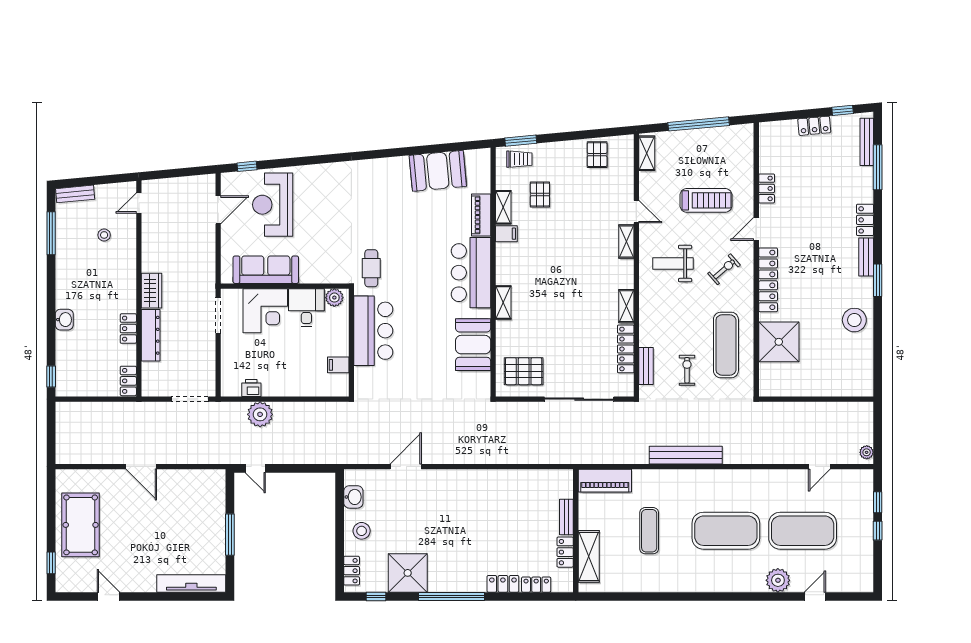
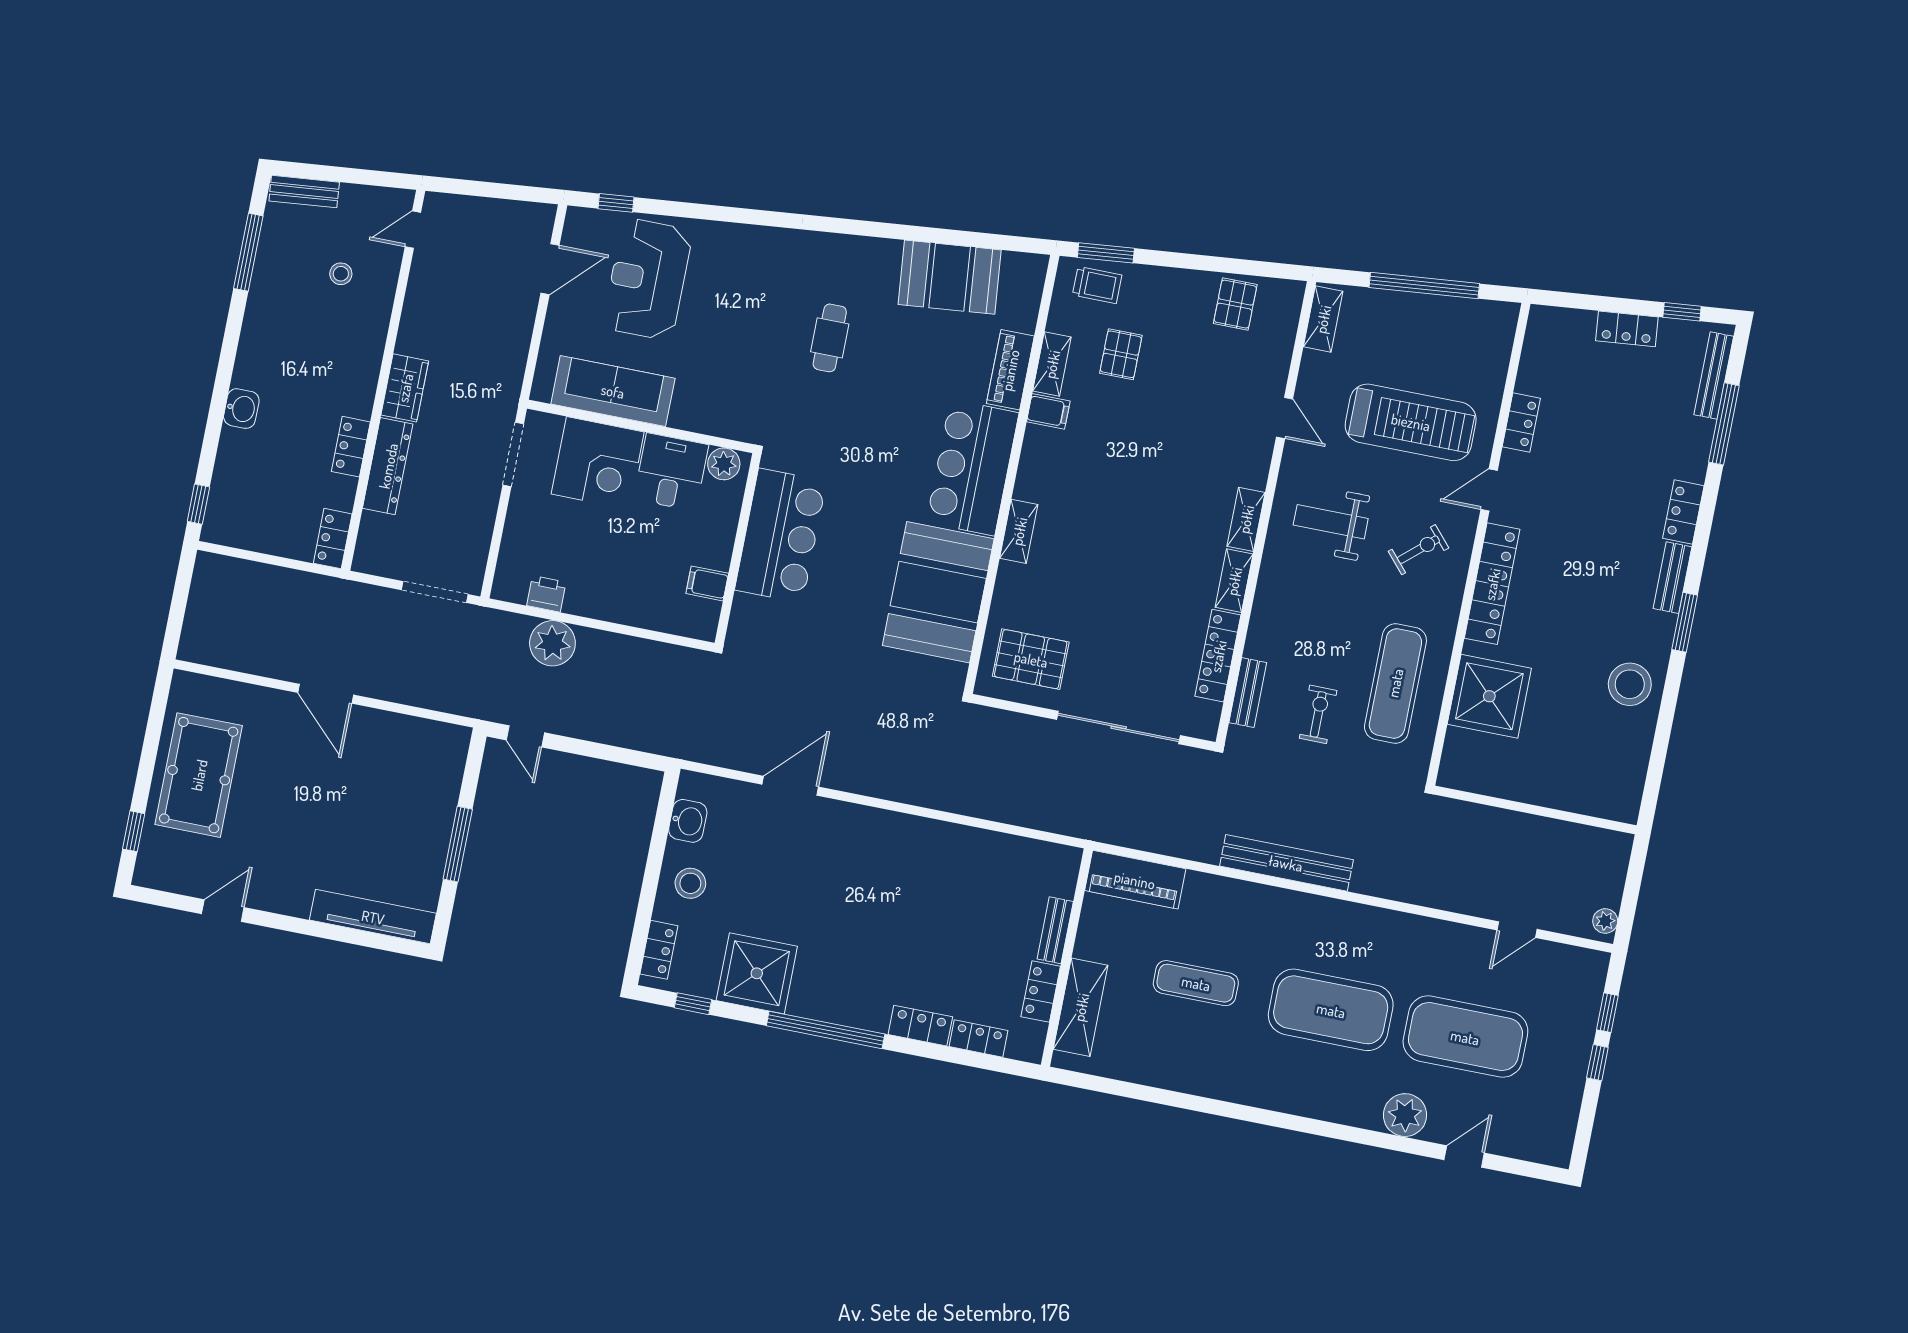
treadmill: (706, 200) -> (1411, 422), width x1.37, depth x1.38
shelving: (626, 242) -> (1246, 519), moved
cafe table: (371, 268) -> (830, 338), moved
booth: (473, 345) -> (938, 592), width x1.36, depth x1.42
exercise mat: (649, 531) -> (1196, 983), turned 90
door: (109, 596) -> (223, 911), hinge flipped

